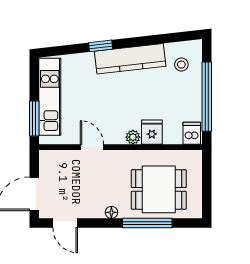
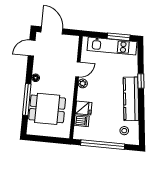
window: (34, 119) -> (119, 37), moved
dishwasher: (192, 133) -> (82, 121), moved
plant: (133, 137) -> (83, 83), moved
dining table: (159, 189) -> (47, 109), turned 90

